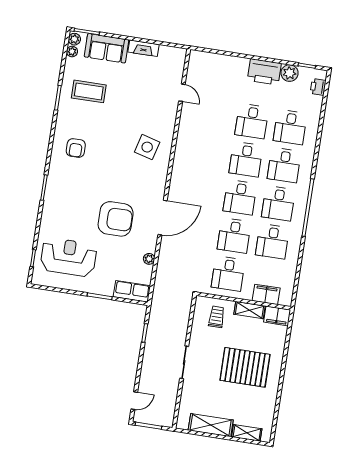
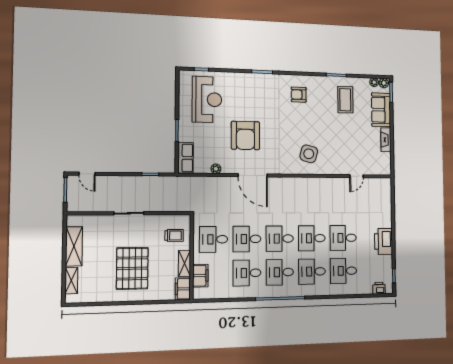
plant: (290, 73) -> (386, 262), removed

